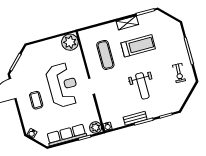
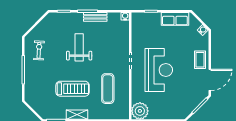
treadmill: (138, 46) -> (73, 89), turned 180
reception desk: (63, 85) -> (159, 70), turned 180
coffee table: (36, 100) -> (200, 60), moved
plant: (96, 127) -> (137, 19), removed
row of seats: (67, 135) -> (175, 19), width x0.68

